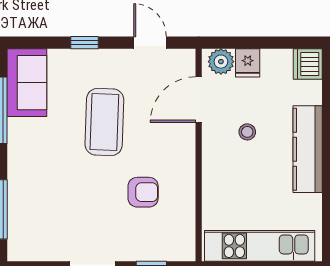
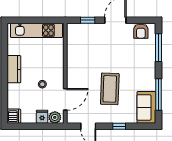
kitchen counter: (308, 149) -> (14, 69), width x0.67
armchair: (143, 192) -> (141, 31), moved, turned -90

